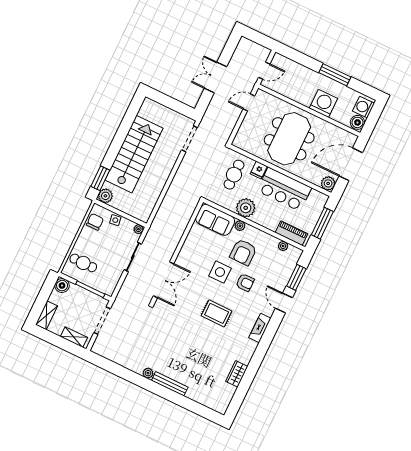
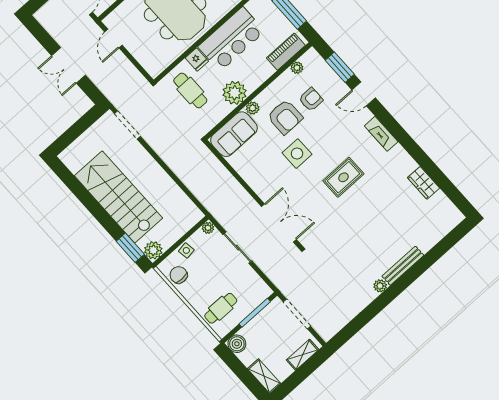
armchair: (245, 283) -> (311, 99), moved

